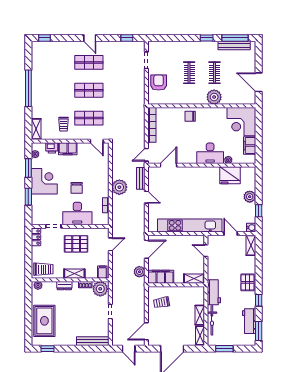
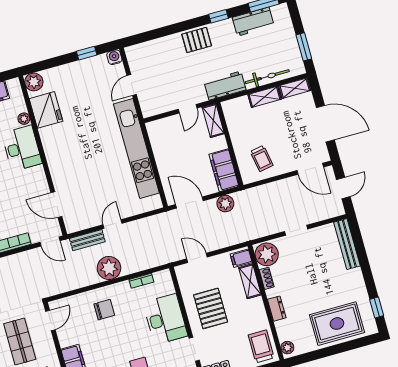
chair: (77, 188) -> (104, 310), moved
plant: (250, 197) -> (34, 82), moved
shelving: (251, 245) -> (141, 50), removed
door: (206, 251) -> (188, 109), moved
shelving: (74, 274) -> (250, 281), moved

